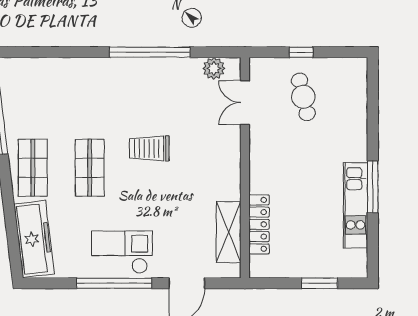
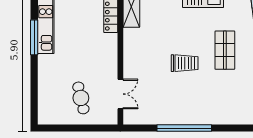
window: (301, 52) -> (82, 128), removed
plant: (214, 68) -> (141, 117), removed

